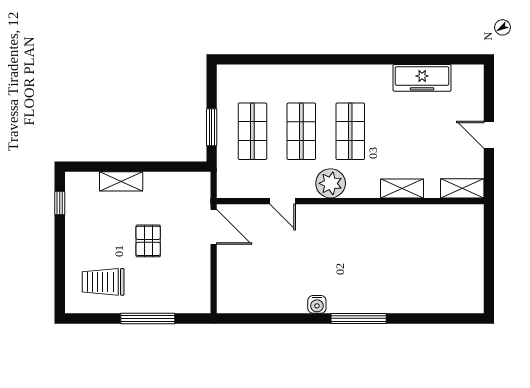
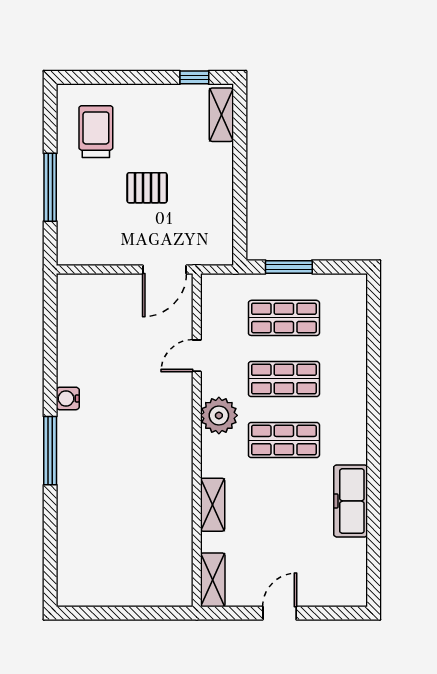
freezer: (422, 78) -> (351, 501), moved
shelving: (121, 181) -> (221, 115), moved

